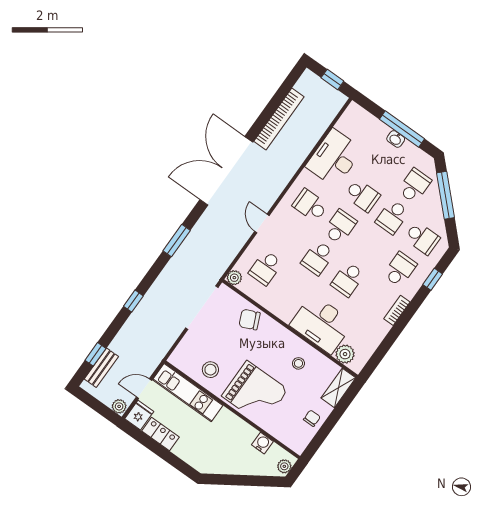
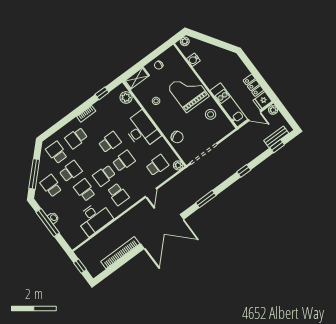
school desk: (415, 186) -> (51, 186), turned 90
window: (433, 279) -> (102, 93), moved
desk: (322, 324) -> (142, 130), moved

